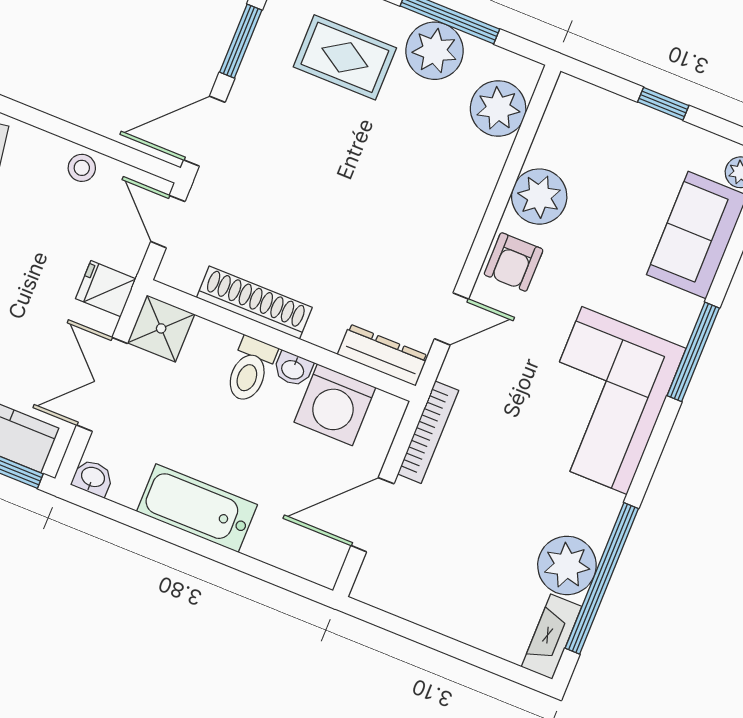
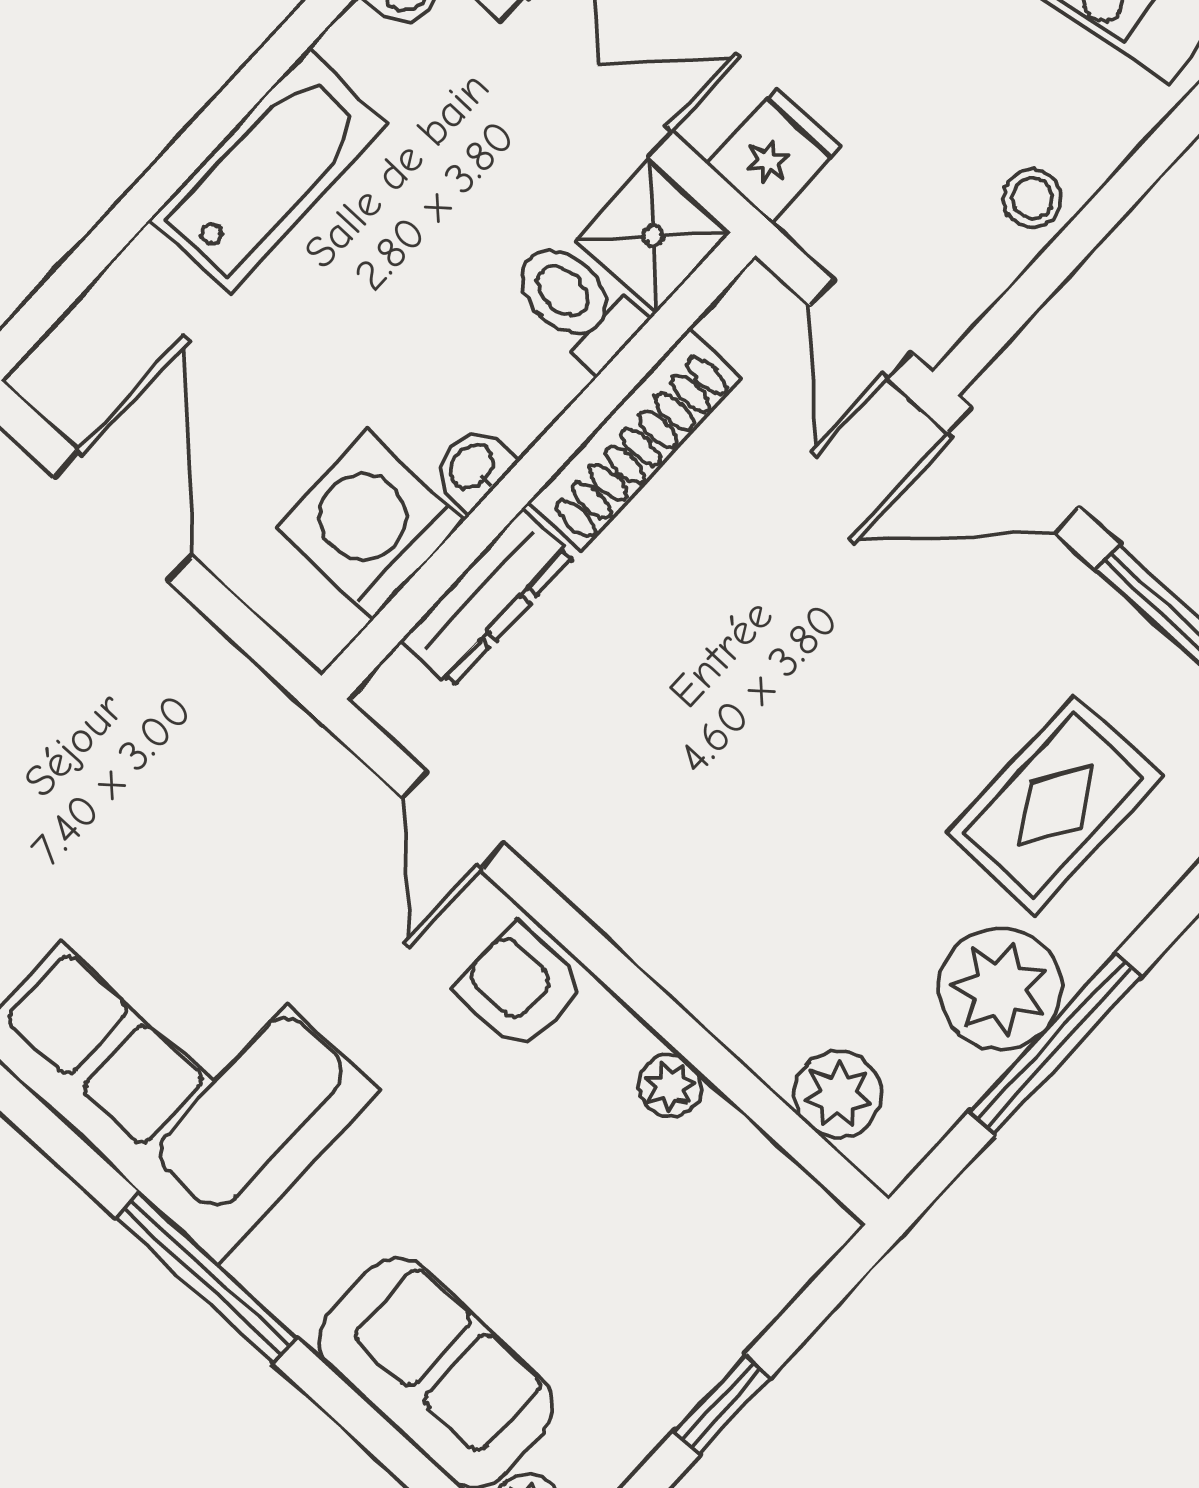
plant: (498, 108) -> (838, 1094), width x0.73, depth x0.73
door: (204, 131) -> (1013, 470), swing flipped
plant: (539, 197) -> (670, 1086), width x0.53, depth x0.53
door: (168, 222) -> (861, 329), swing flipped
dresser: (383, 355) -> (487, 598), moved
toilet: (250, 370) -> (576, 303), moved
bookcase: (428, 432) -> (245, 689), removed

